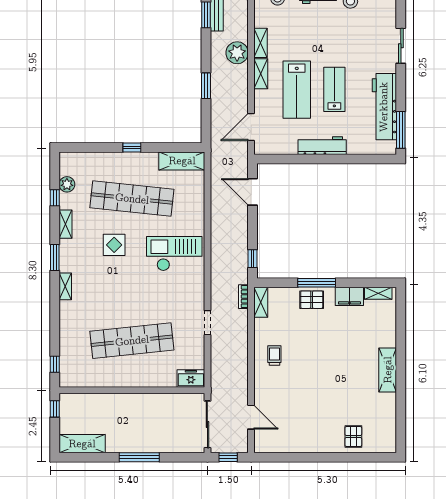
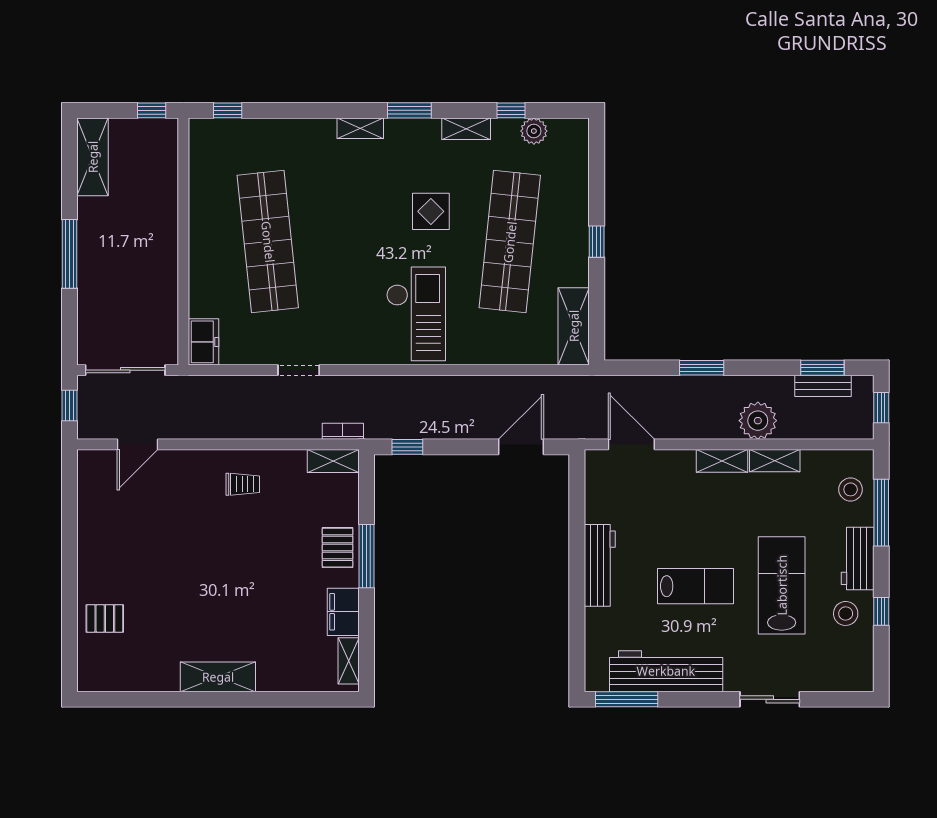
lab bench: (297, 90) -> (782, 585), moved, turned 90

